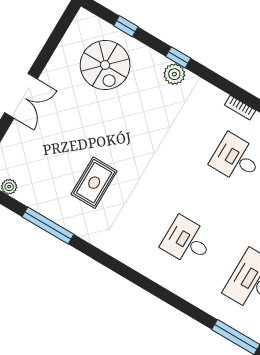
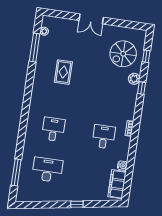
plant: (174, 74) -> (134, 79), moved
rug: (94, 183) -> (63, 72), turned 90
window: (48, 225) -> (35, 48), moved

